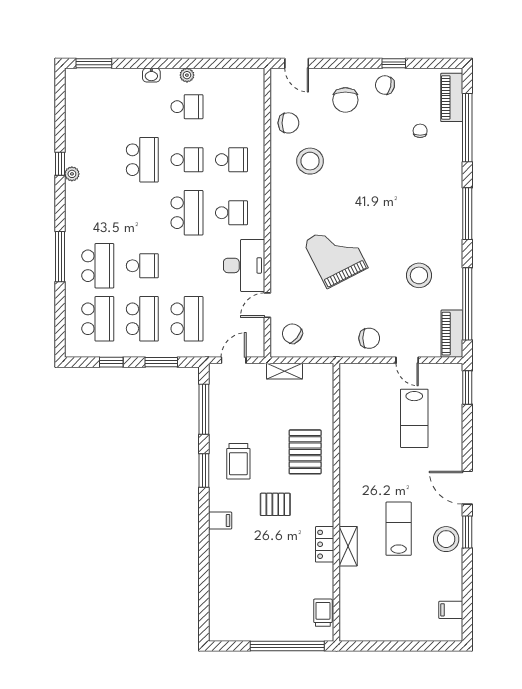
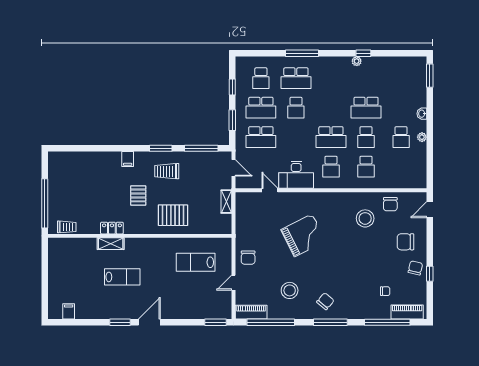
school desk: (98, 319) -> (261, 78), width x0.54
chair: (292, 334) -> (325, 301), moved
lab bench: (414, 418) -> (196, 262), moved
stool: (446, 539) -> (115, 308), removed

